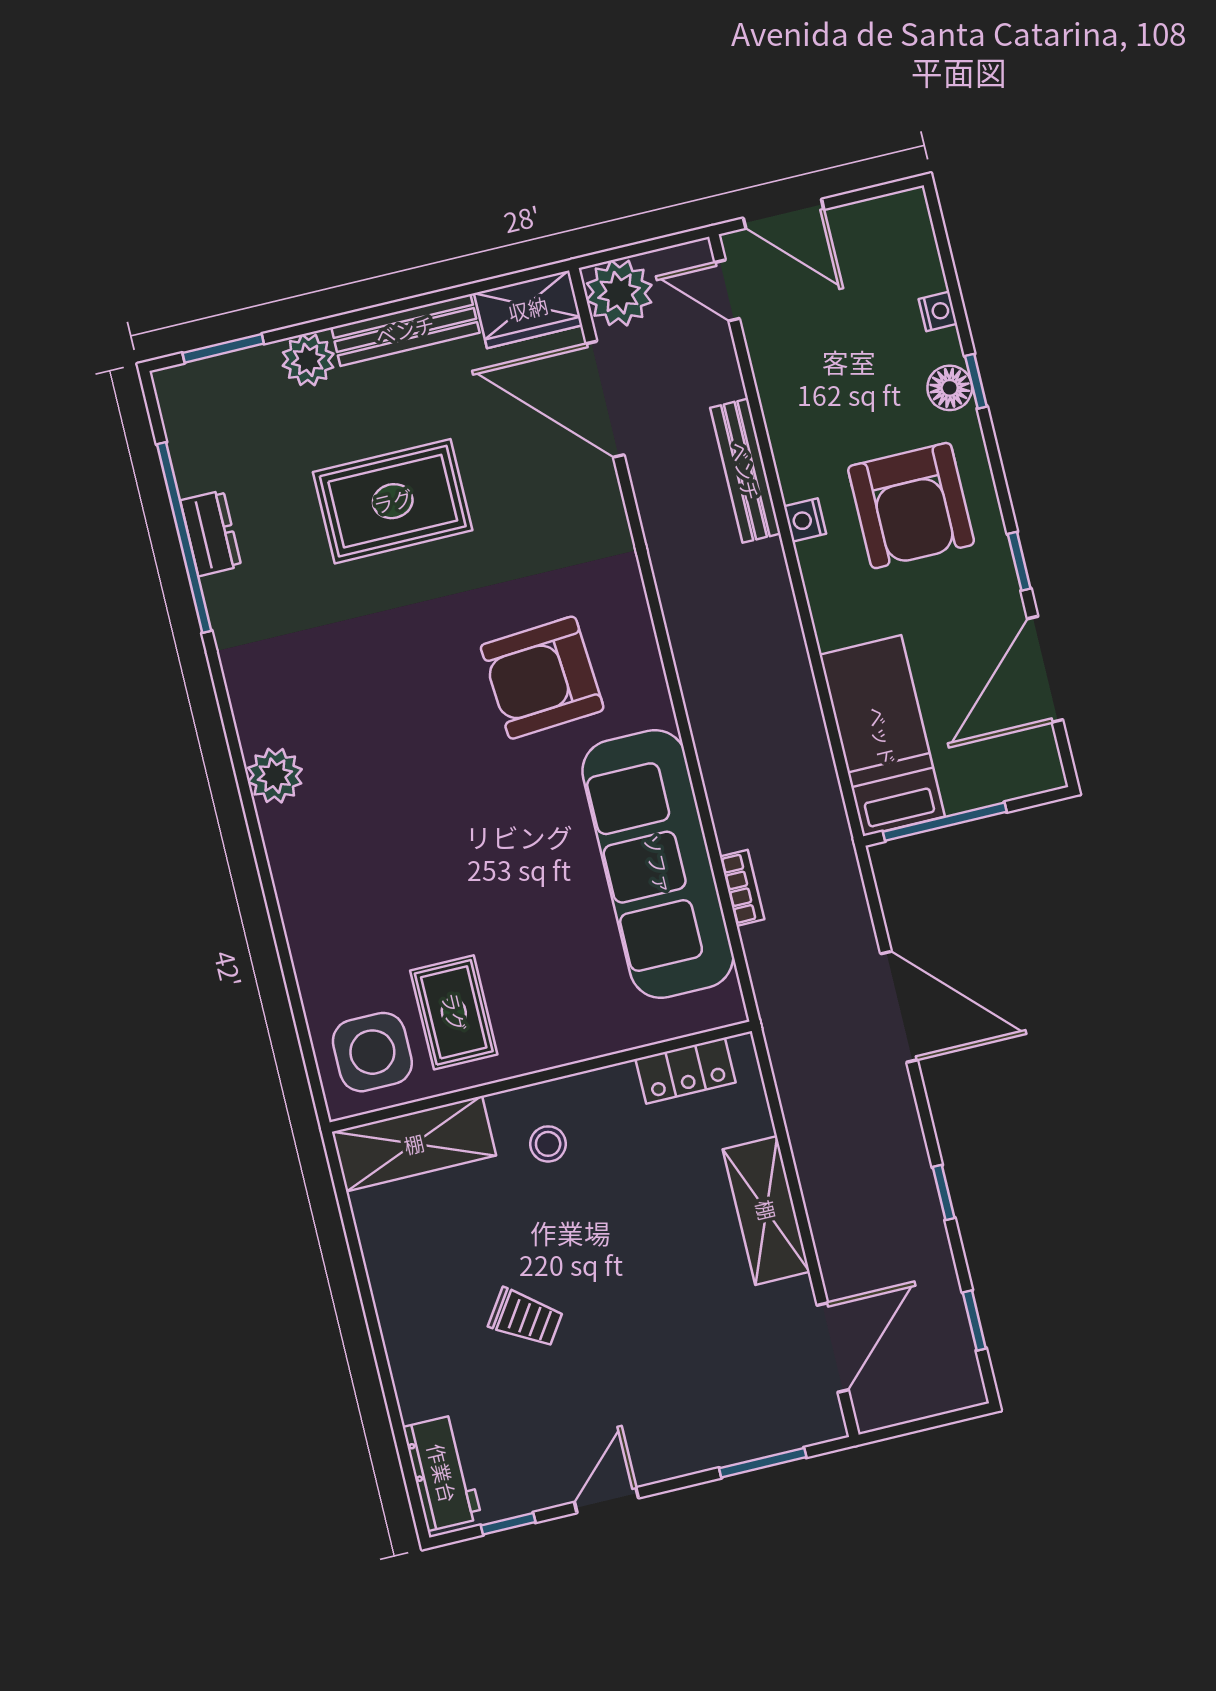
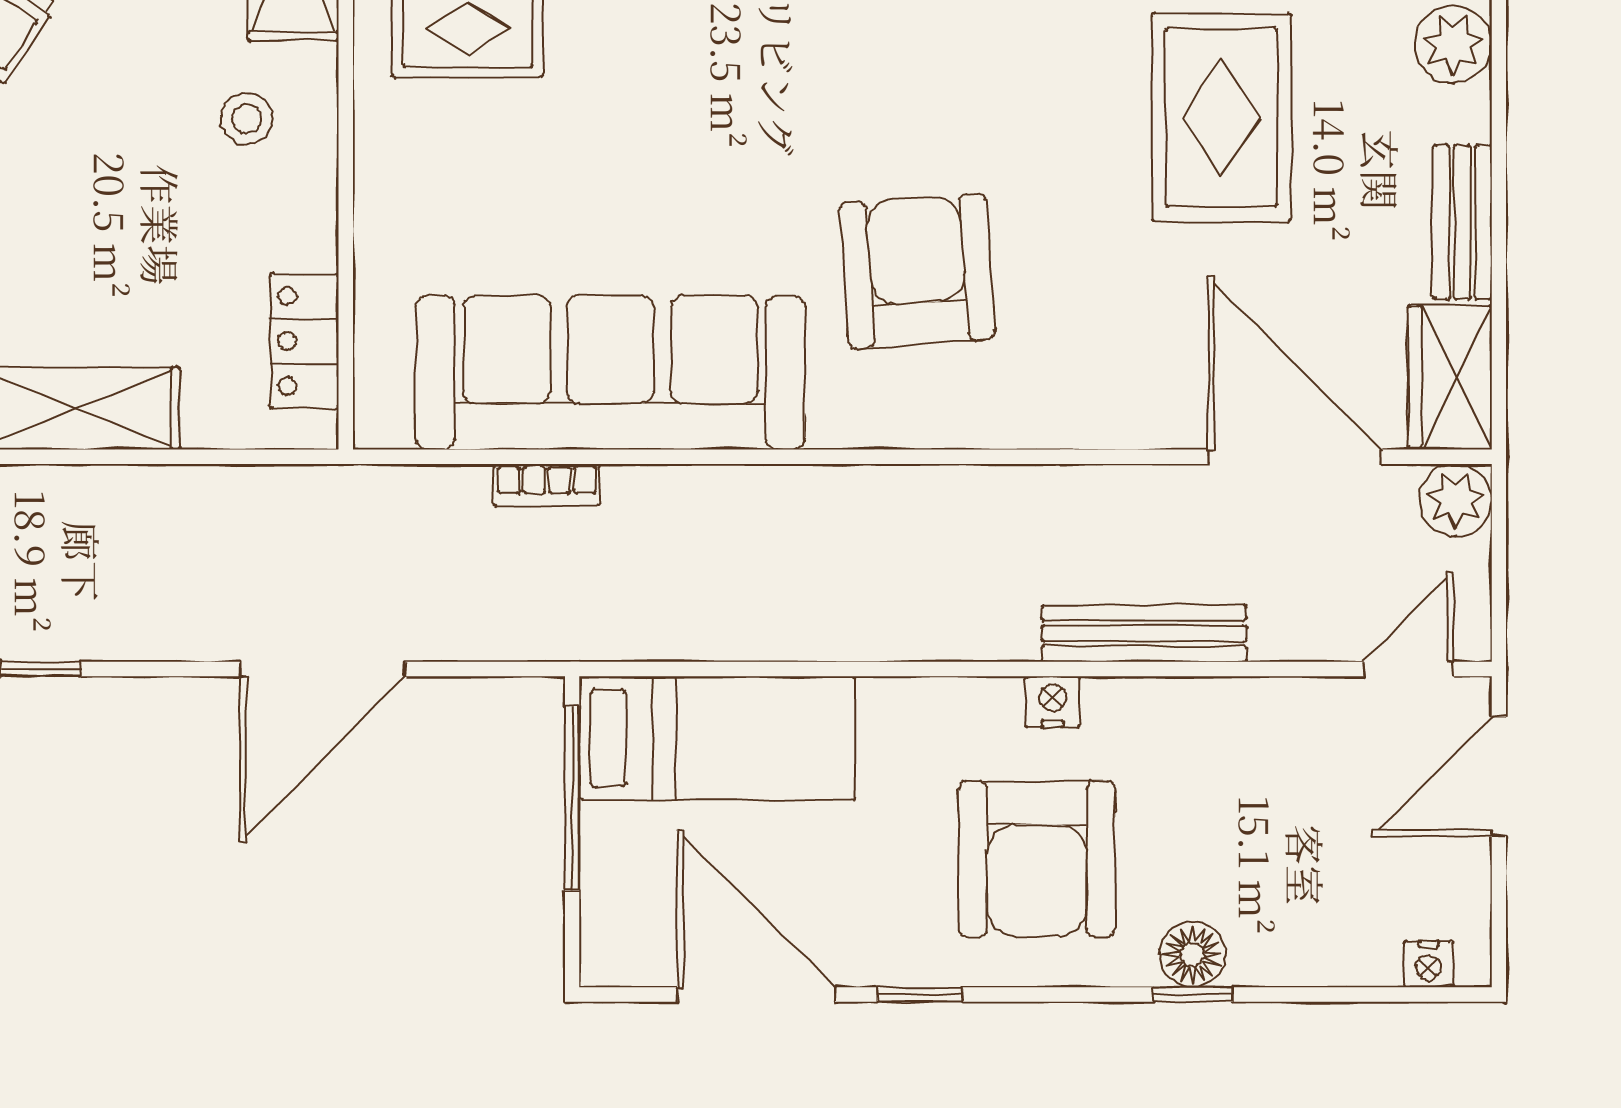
plant: (619, 293) -> (1455, 500), width x0.73, depth x0.73
nightstand: (938, 311) -> (1428, 964), moved
bench: (405, 330) -> (1462, 222), width x0.73
door: (605, 399) -> (1294, 457), hinge flipped
armchair: (911, 506) -> (1037, 859), turned -90

